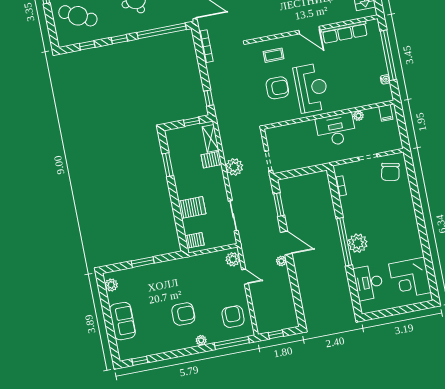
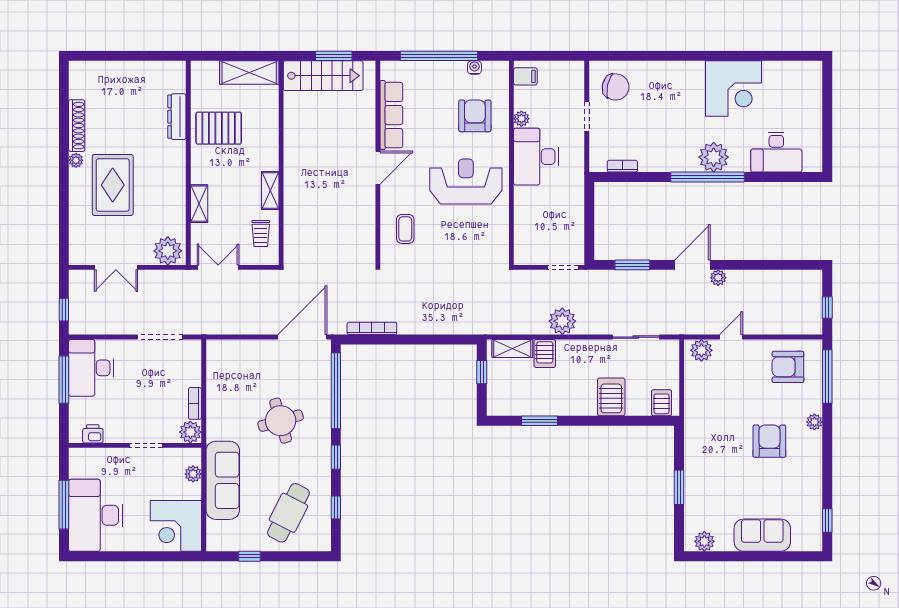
armchair: (277, 88) -> (475, 116), moved
window: (209, 98) -> (451, 340), removed
corner desk: (410, 278) -> (734, 89), moved

